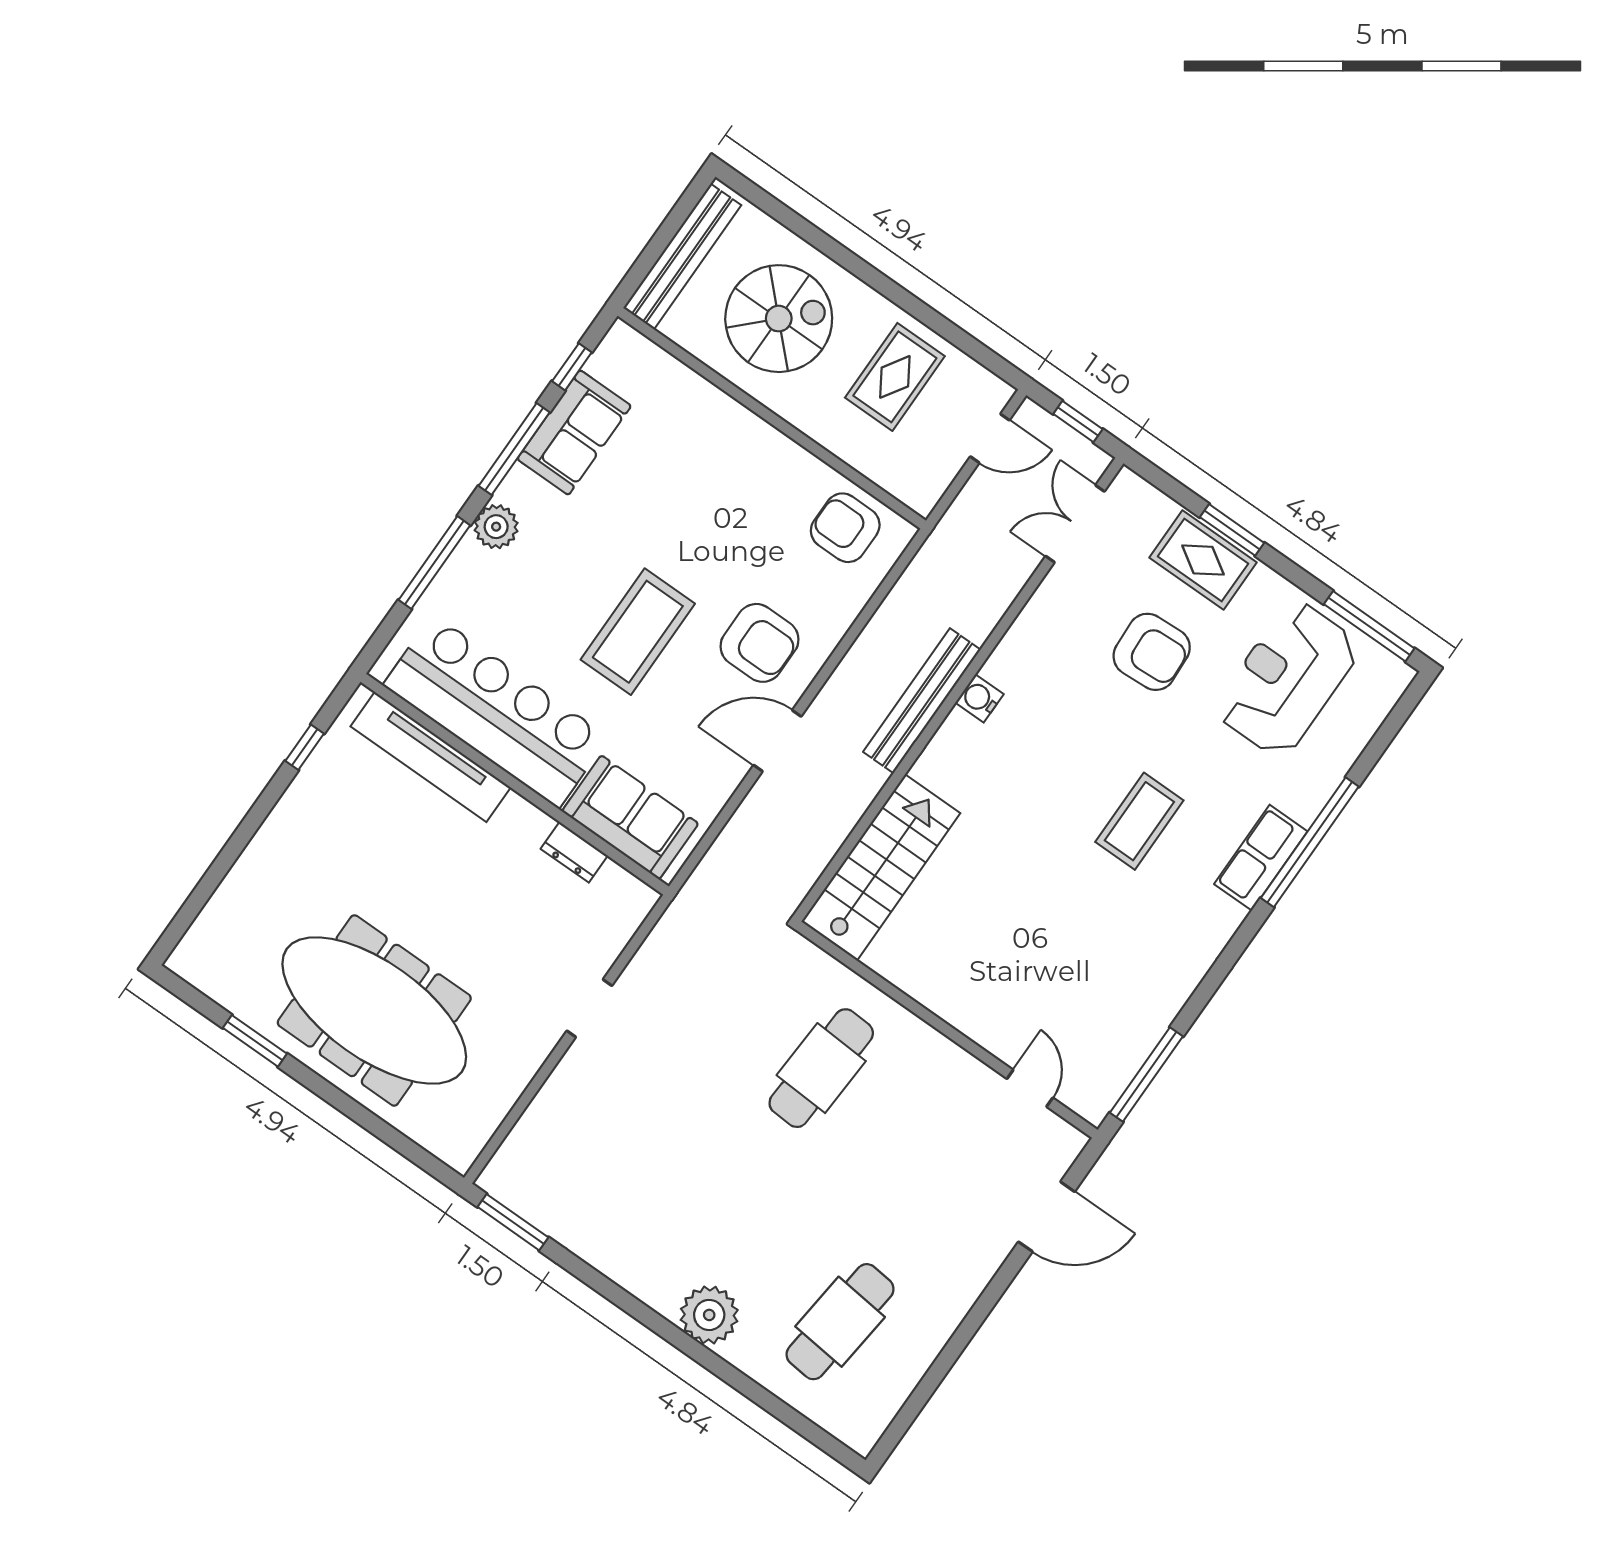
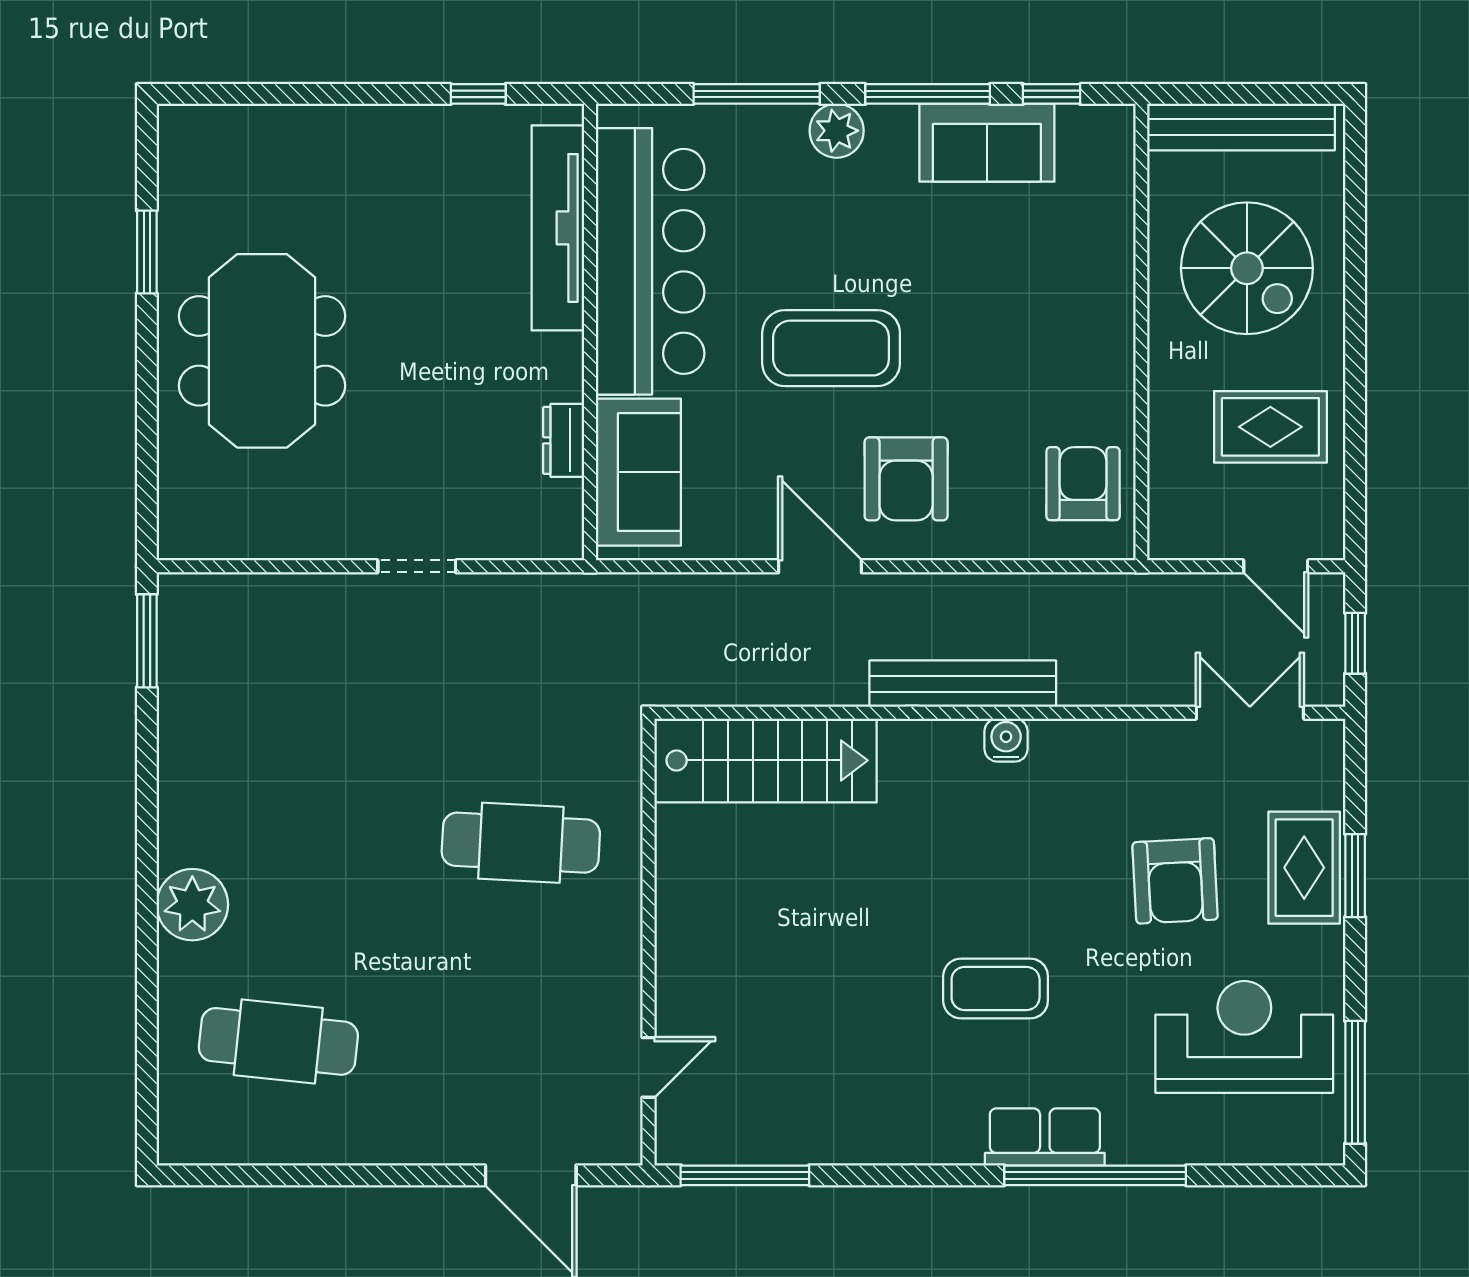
meeting table: (374, 1010) -> (262, 351), width x0.73

